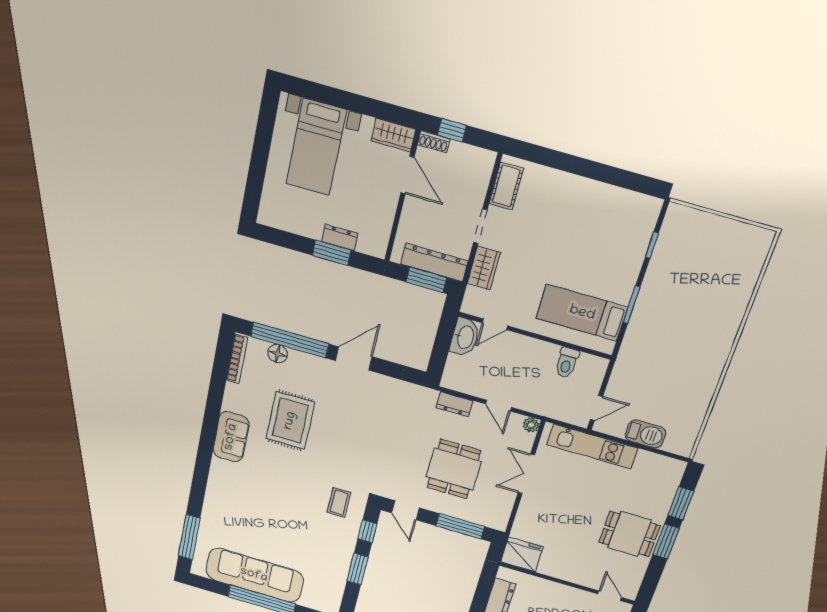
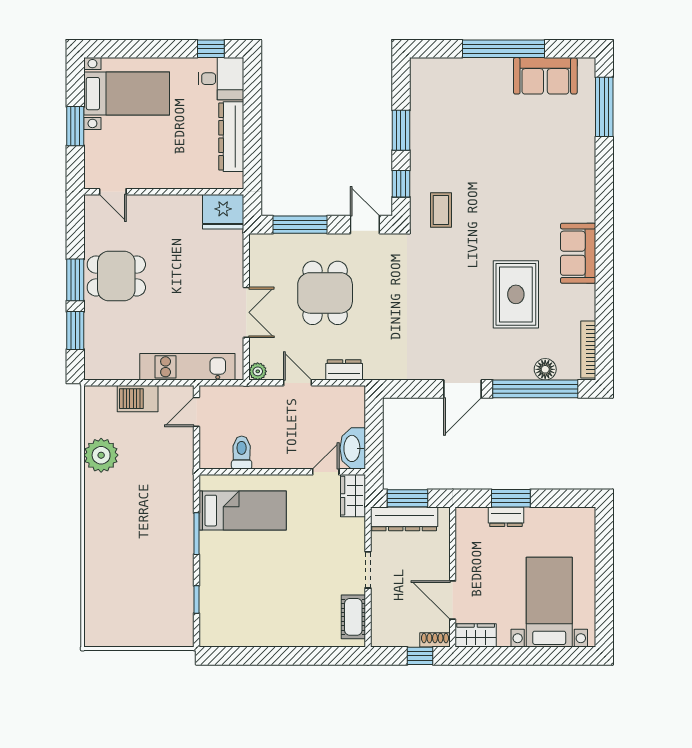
wardrobe: (484, 268) -> (353, 496), moved
plant: (696, 397) -> (101, 455), added
sofa: (254, 575) -> (545, 76), width x0.54, depth x0.79

